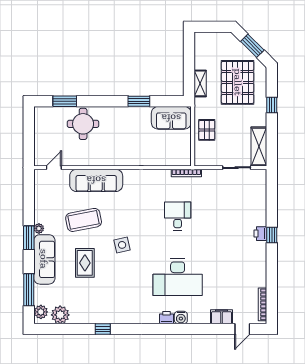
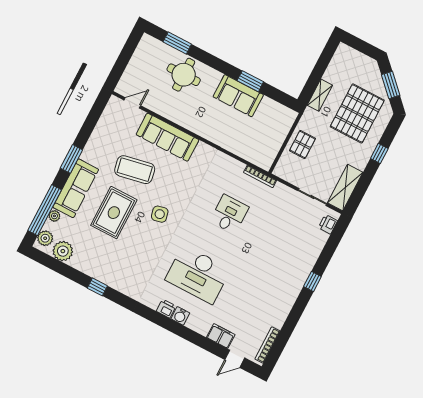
sofa: (171, 118) -> (238, 96), moved
plant: (39, 228) -> (54, 216), moved
printer: (260, 234) -> (328, 224), moved
rug: (85, 263) -> (114, 213), width x1.36, depth x1.43
window: (29, 290) -> (45, 210), width x1.46

